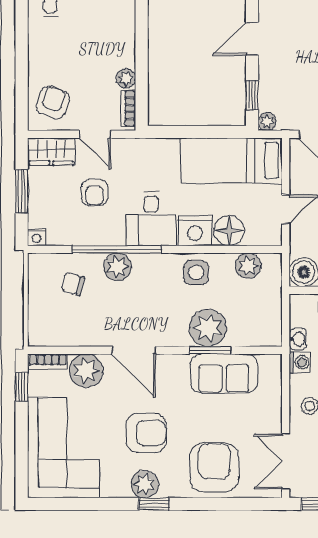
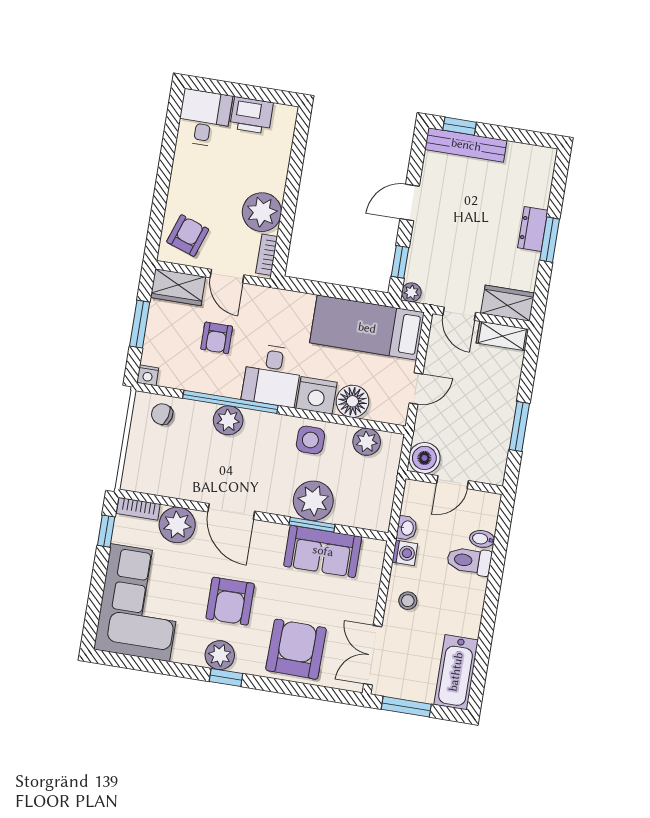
plant: (126, 78) -> (262, 212), width x1.87, depth x1.87
chair: (73, 284) -> (162, 414), moved
armchair: (146, 433) -> (230, 601), turned 90

